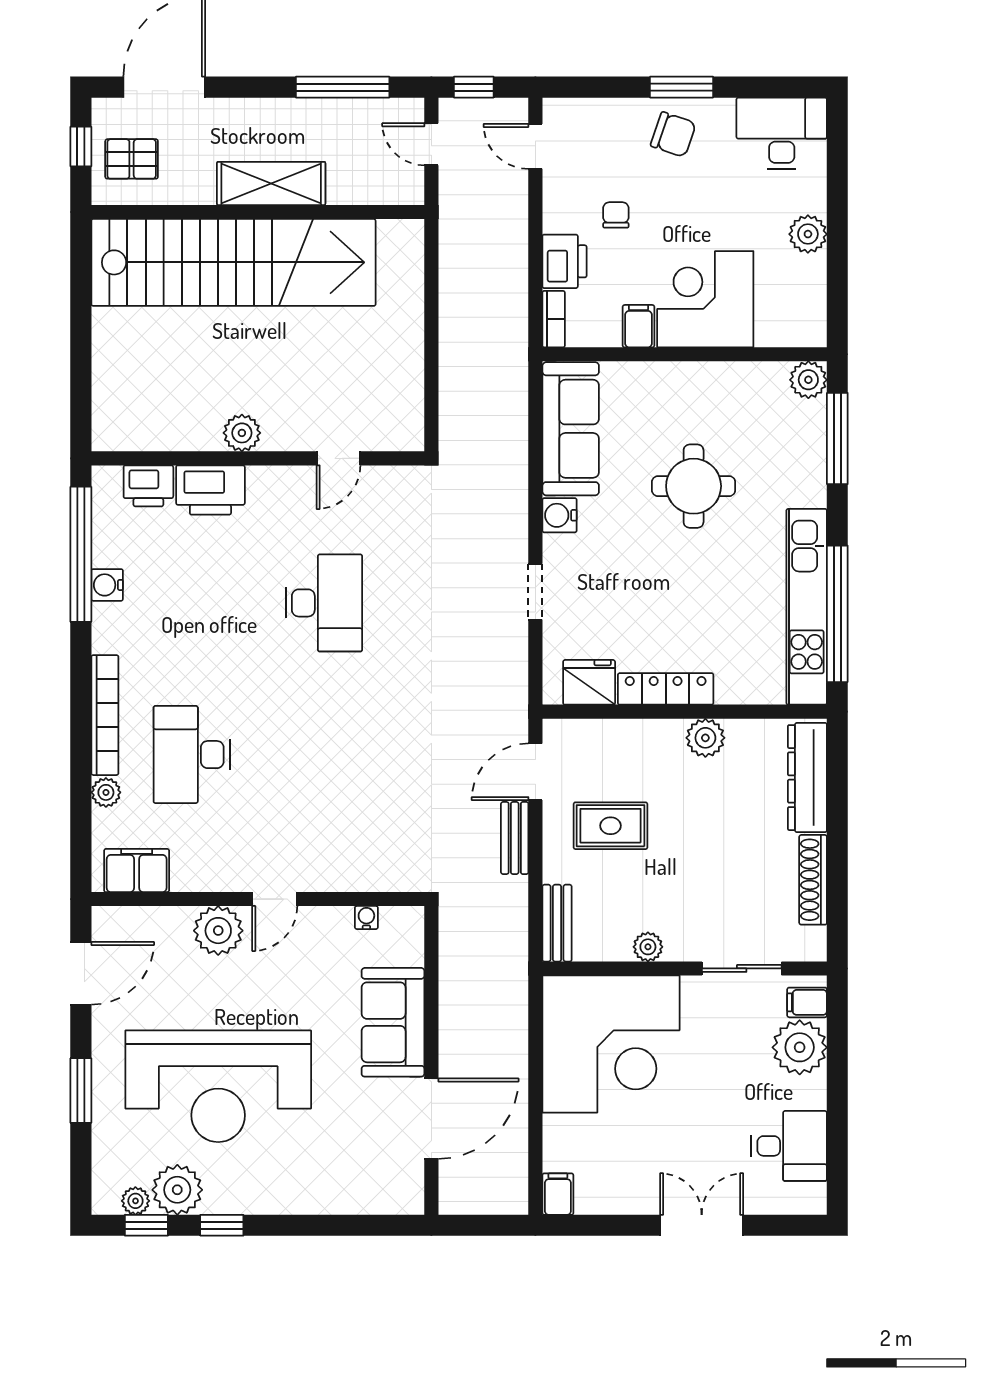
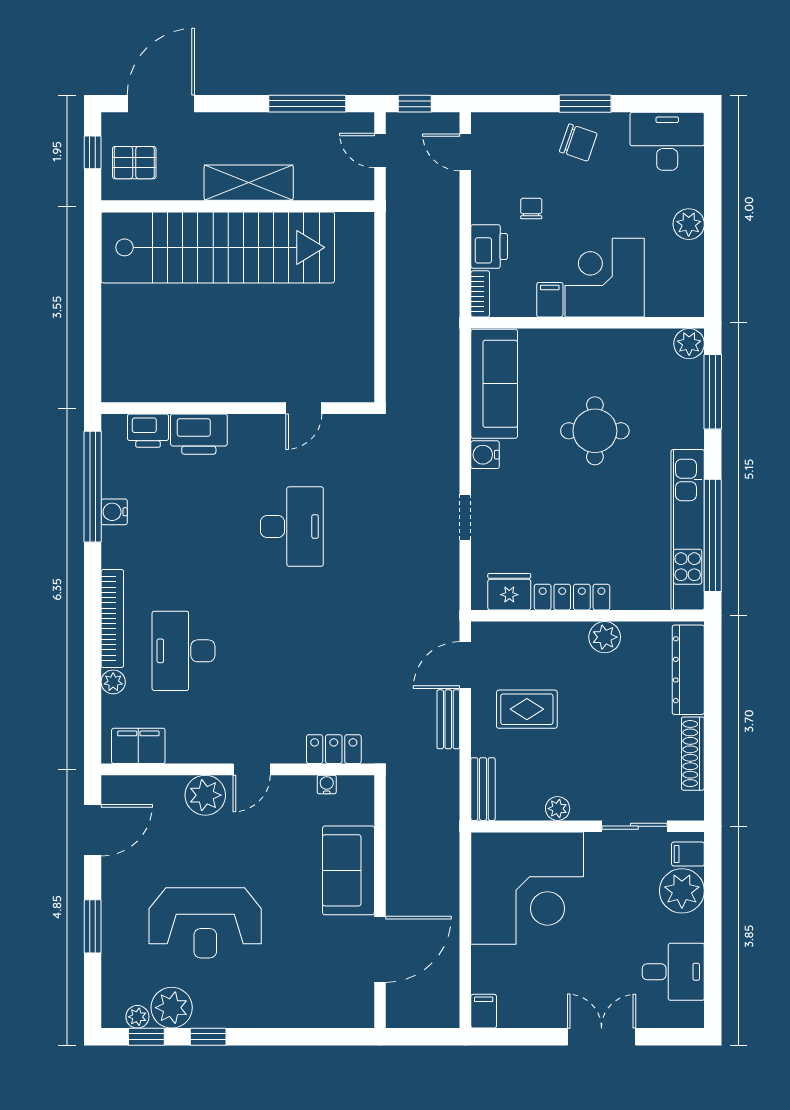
plant: (242, 433) -> (225, 387), removed
locker: (375, 874) -> (334, 749), added
reception desk: (218, 1086) -> (205, 923), width x0.74, depth x0.77

